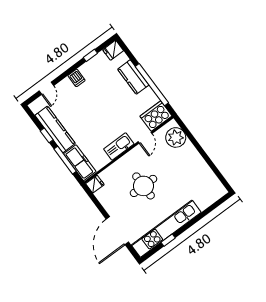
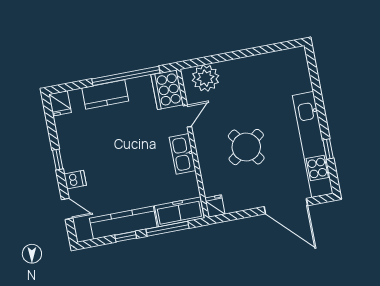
window: (90, 55) -> (58, 160), moved
dishwasher: (76, 78) -> (75, 180), moved
door: (145, 138) -> (187, 116), hinge flipped
round table: (143, 186) -> (246, 147), turned -36

